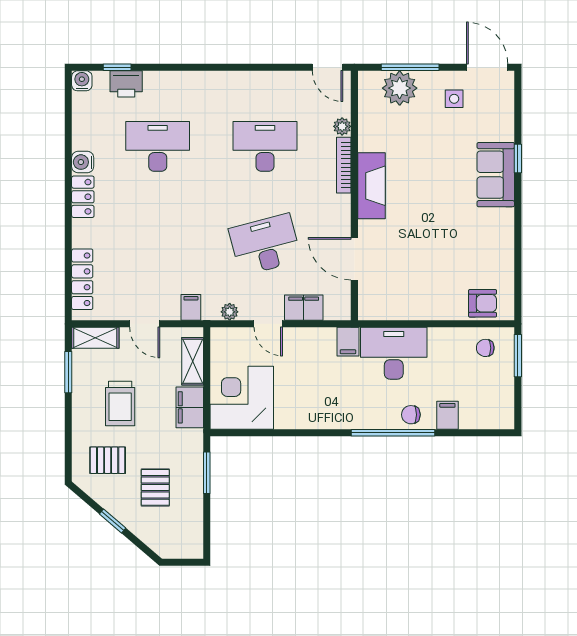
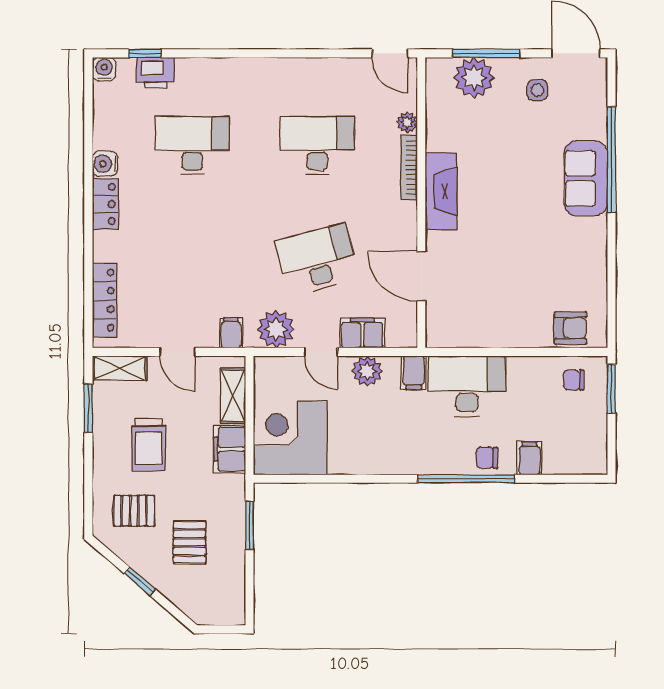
window: (518, 159) -> (611, 160), width x3.17
plant: (230, 312) -> (276, 329), width x1.88, depth x1.88
plant: (308, 340) -> (367, 371), added

